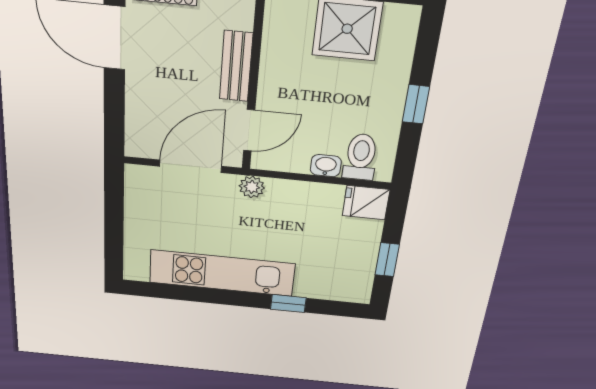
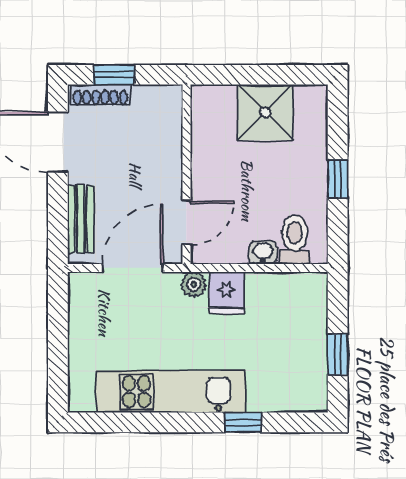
bench: (236, 66) -> (81, 219), moved
fridge: (366, 203) -> (227, 293), moved, turned -90

